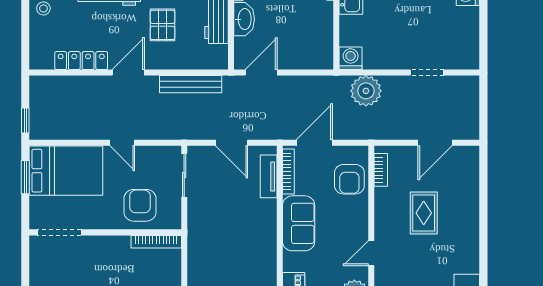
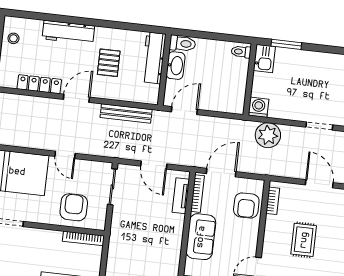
door: (435, 143) -> (319, 184), swing flipped

